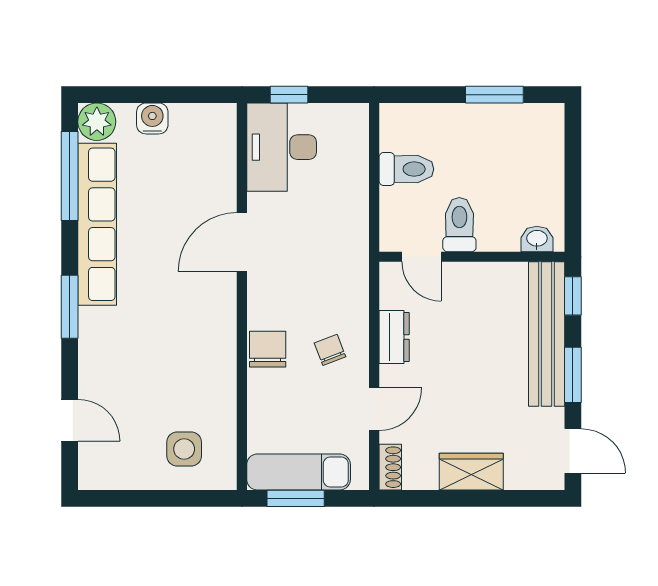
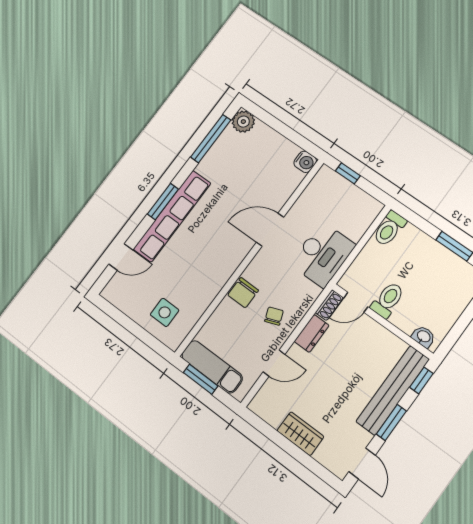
water cooler: (152, 118) -> (305, 162), moved, turned 90
desk: (282, 147) -> (323, 254), moved, turned 180
toilet: (406, 169) -> (389, 229), moved, turned 90
row of seats: (97, 224) -> (172, 216), moved
door: (422, 257) -> (356, 302), hinge flipped
chair: (268, 349) -> (243, 293), turned 180
door: (70, 420) -> (121, 257), hinge flipped
shoe rack: (390, 467) -> (329, 305), moved

